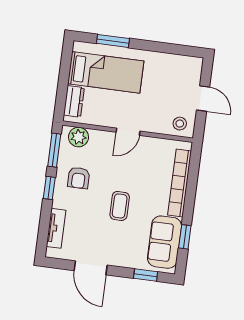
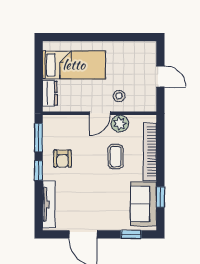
window: (113, 41) -> (77, 37), removed
stool: (180, 124) -> (119, 96), moved
plant: (79, 137) -> (120, 124), moved
coffee table: (120, 206) -> (116, 157), moved
tv unit: (56, 228) -> (49, 204), width x1.41

